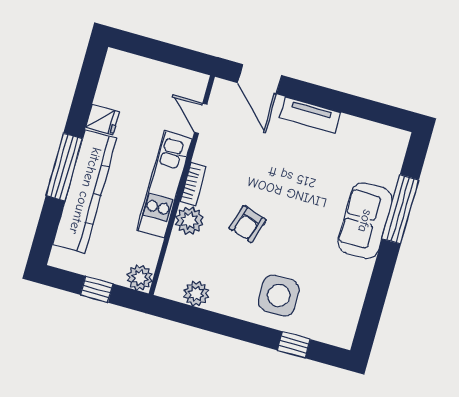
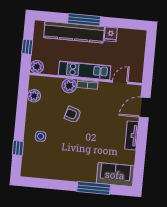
sofa: (365, 221) -> (115, 175), moved
side table: (279, 296) -> (41, 136), width x0.54, depth x0.54

